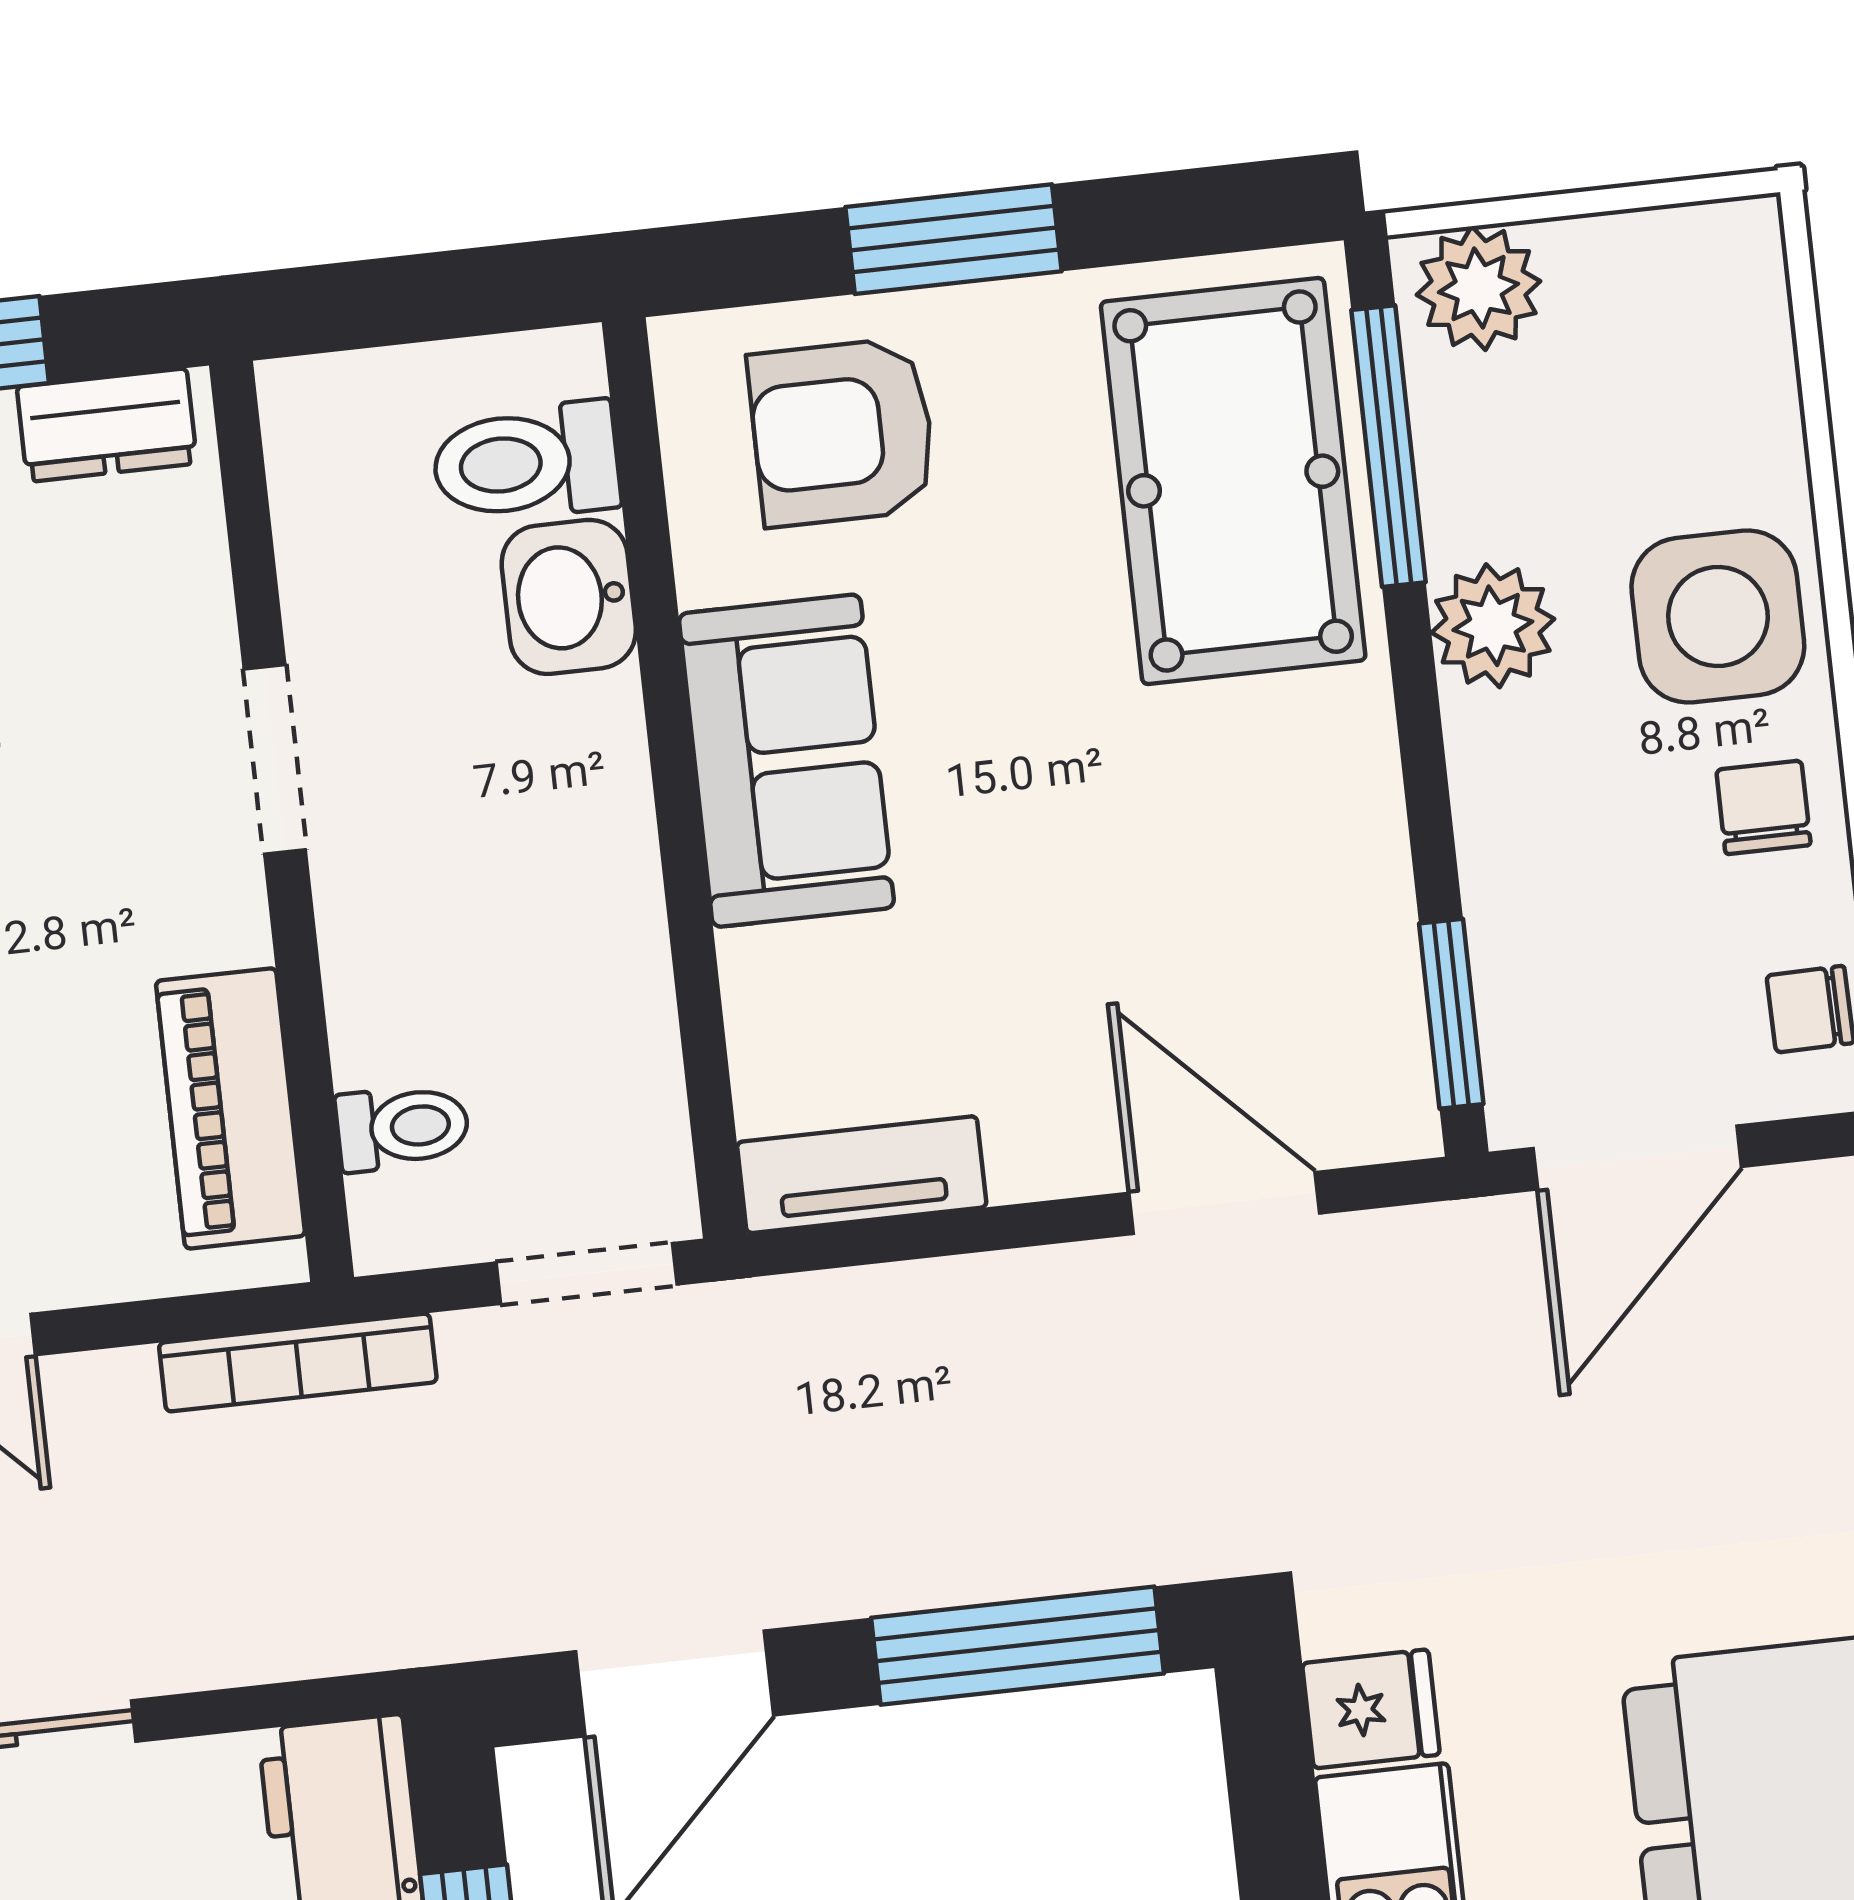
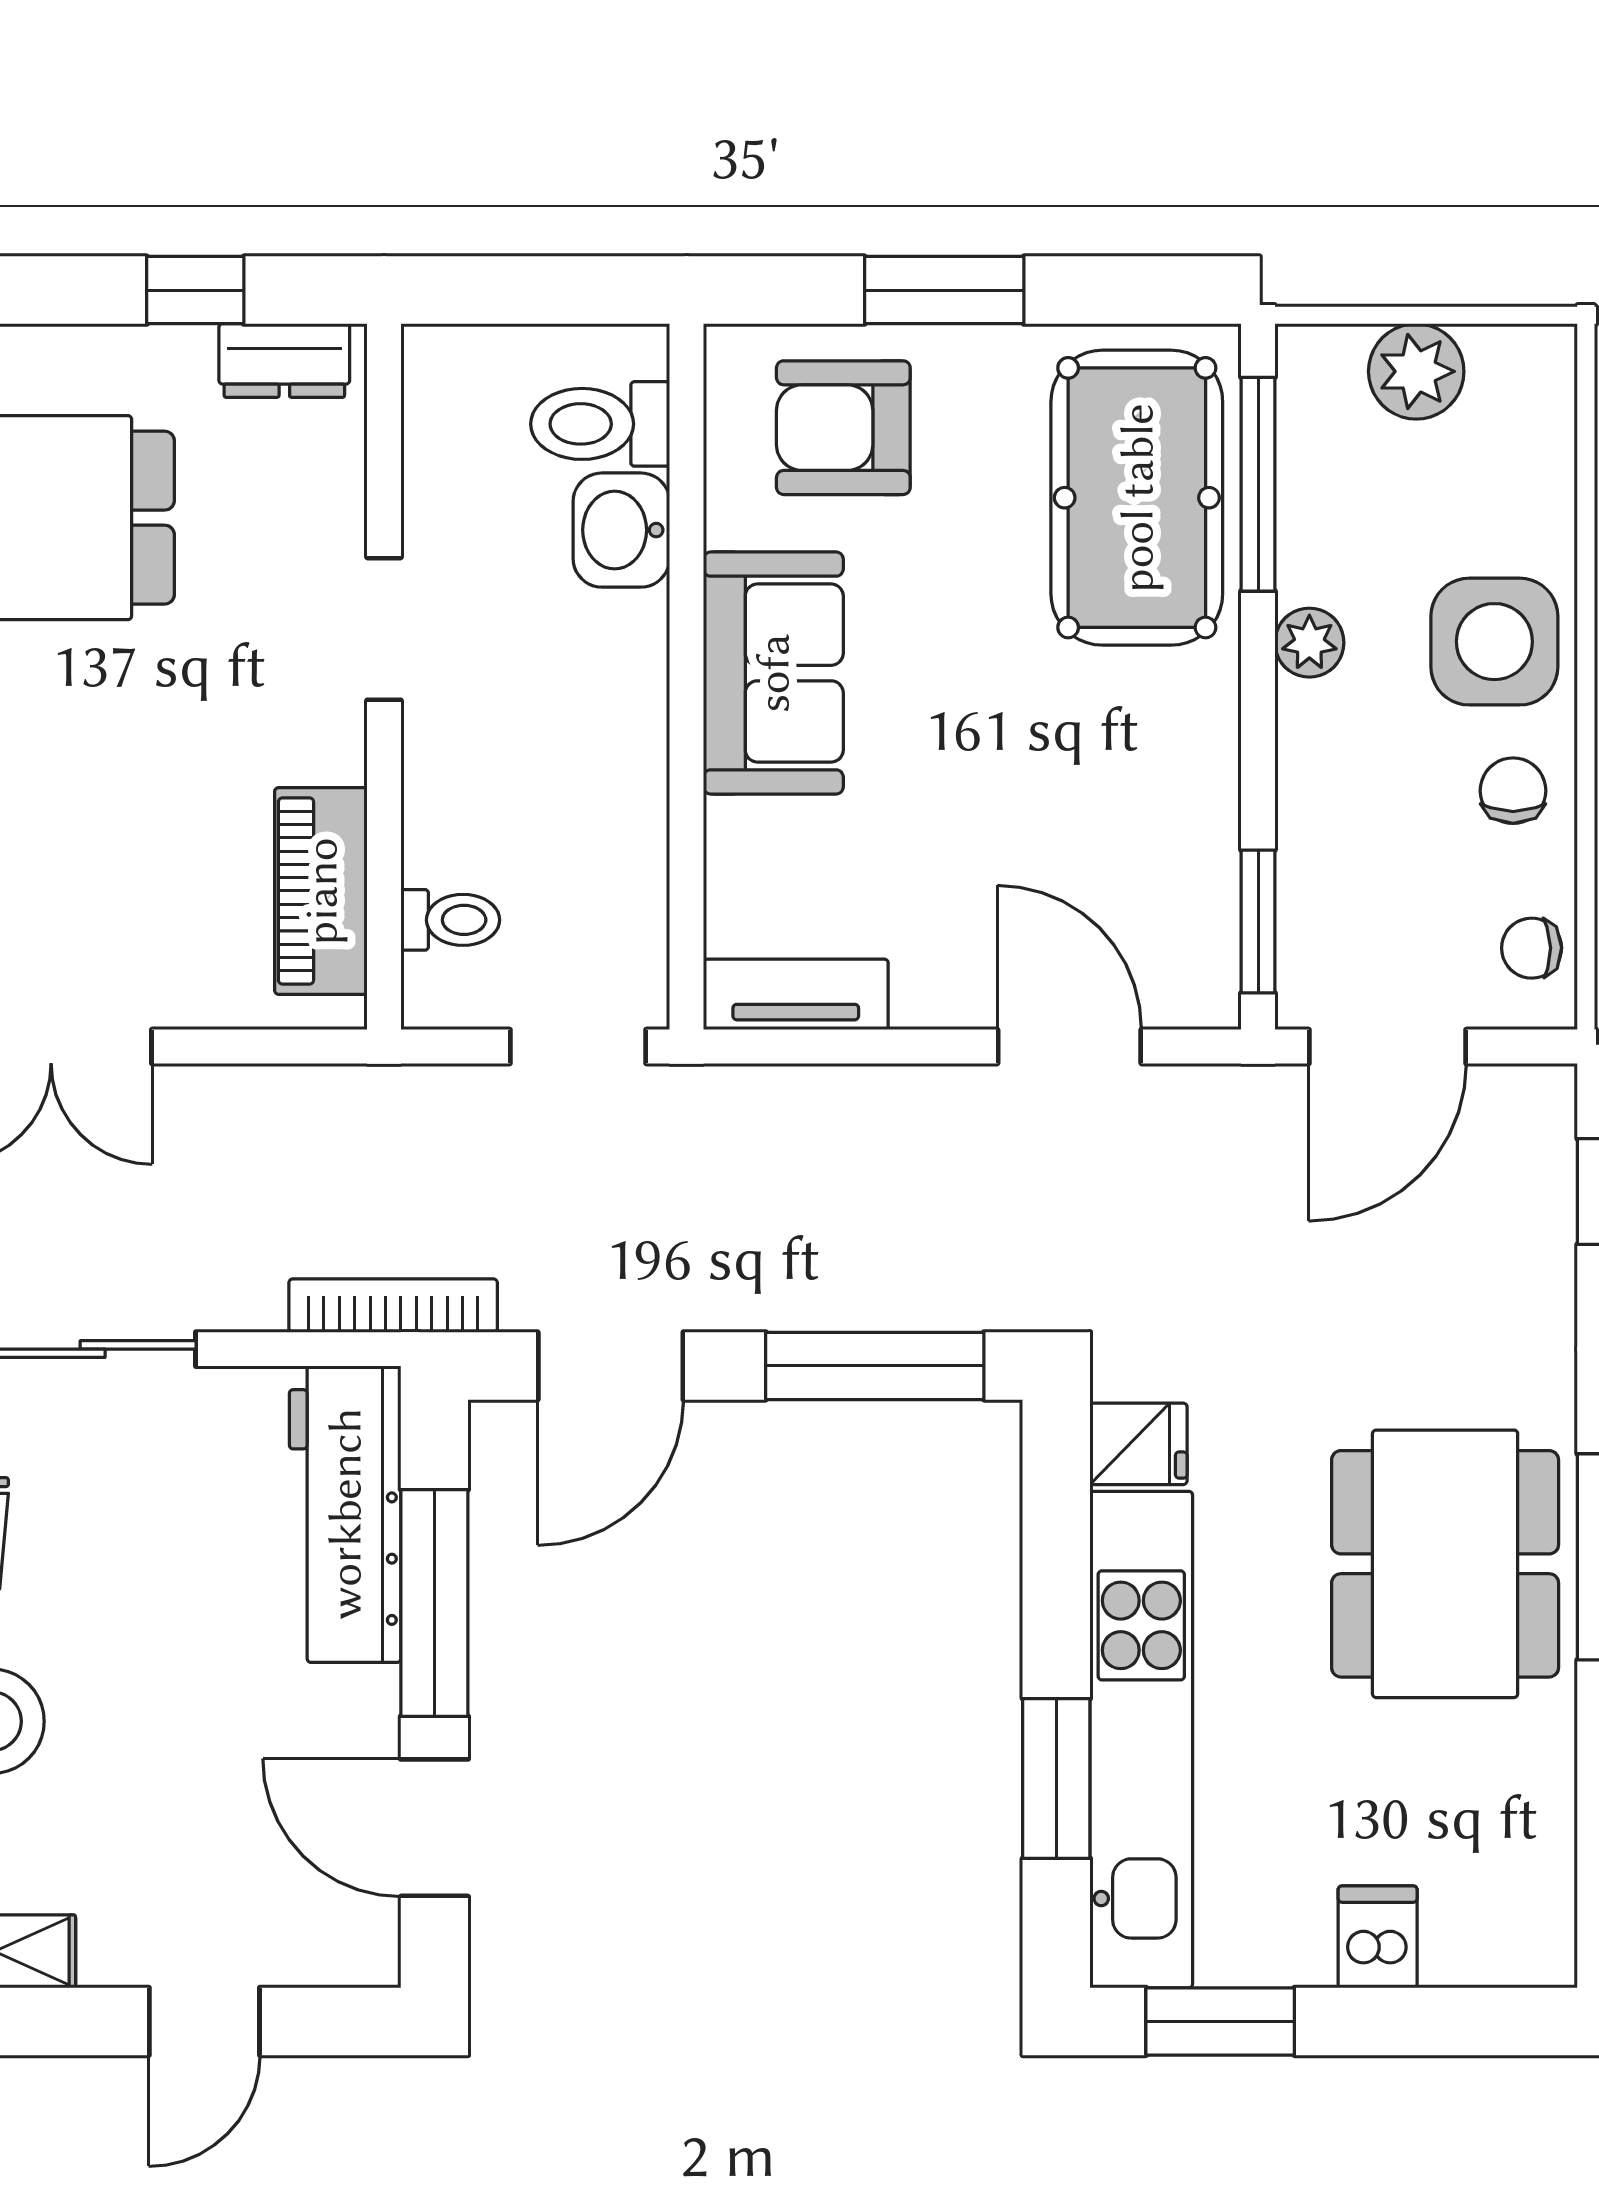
plant: (1479, 288) -> (1416, 371), moved
plant: (1493, 626) -> (1309, 643), width x0.73, depth x0.73
bookcase: (298, 1363) -> (393, 1306), moved, turned 180

